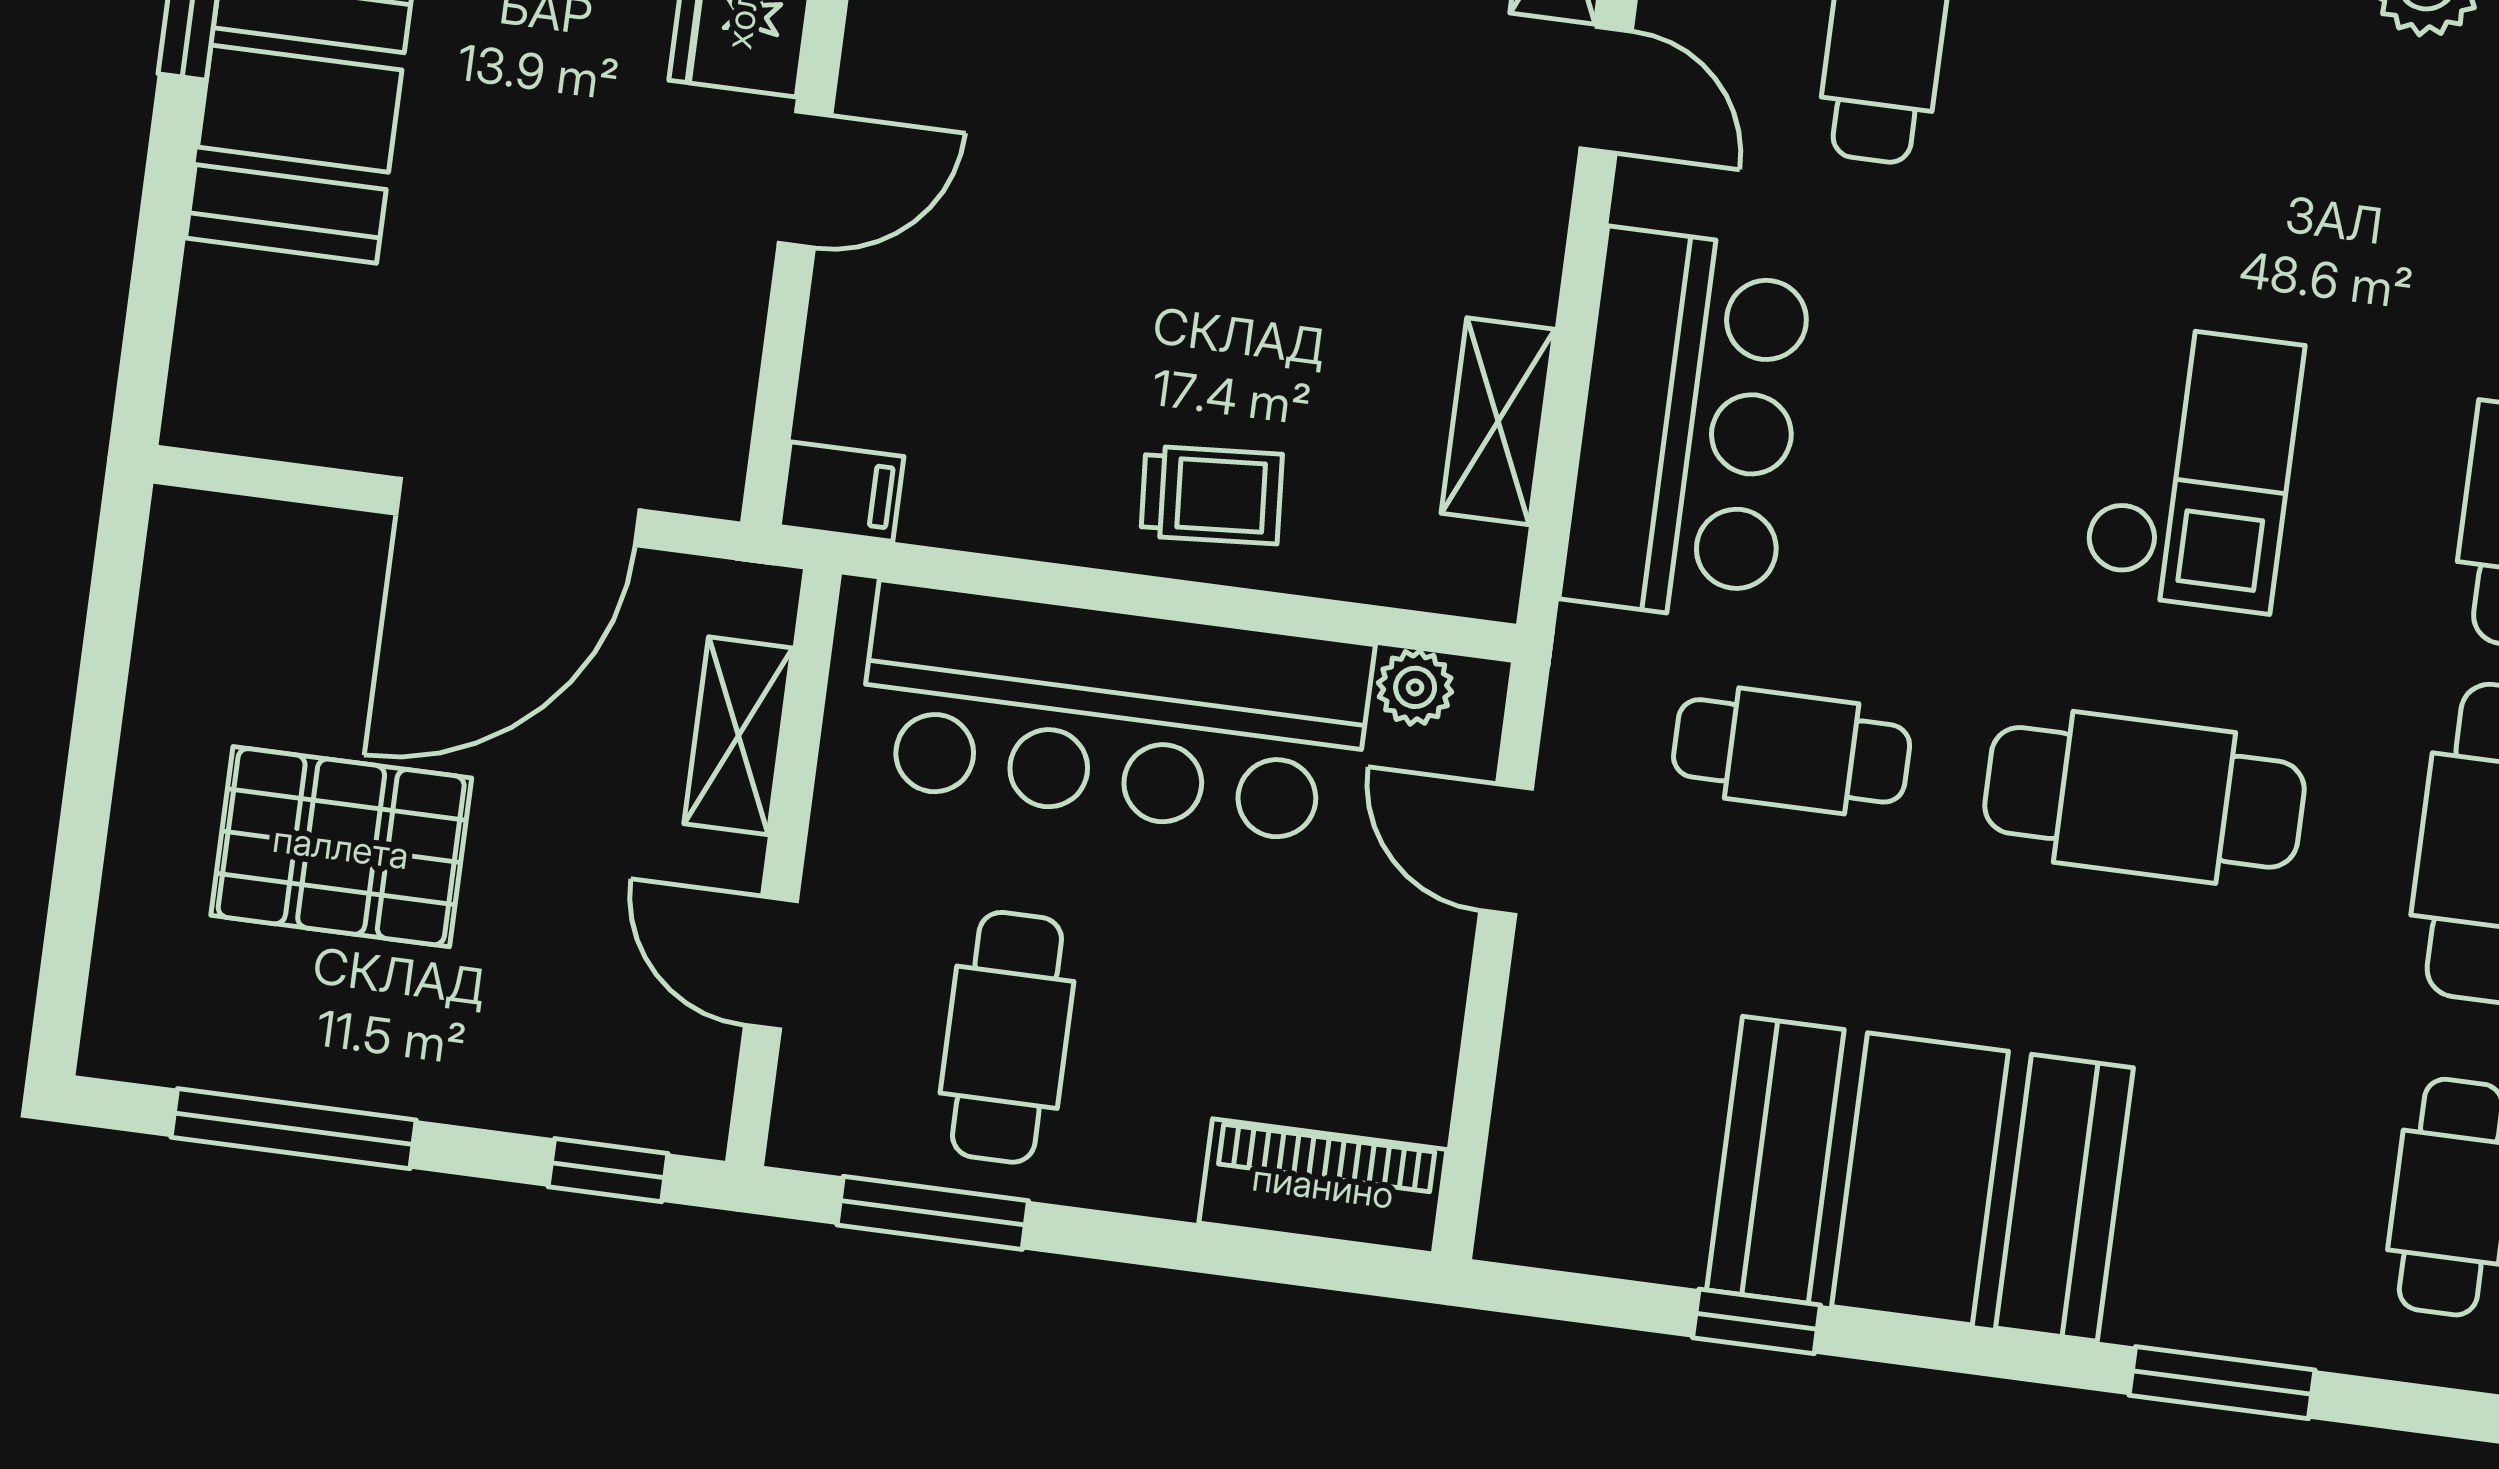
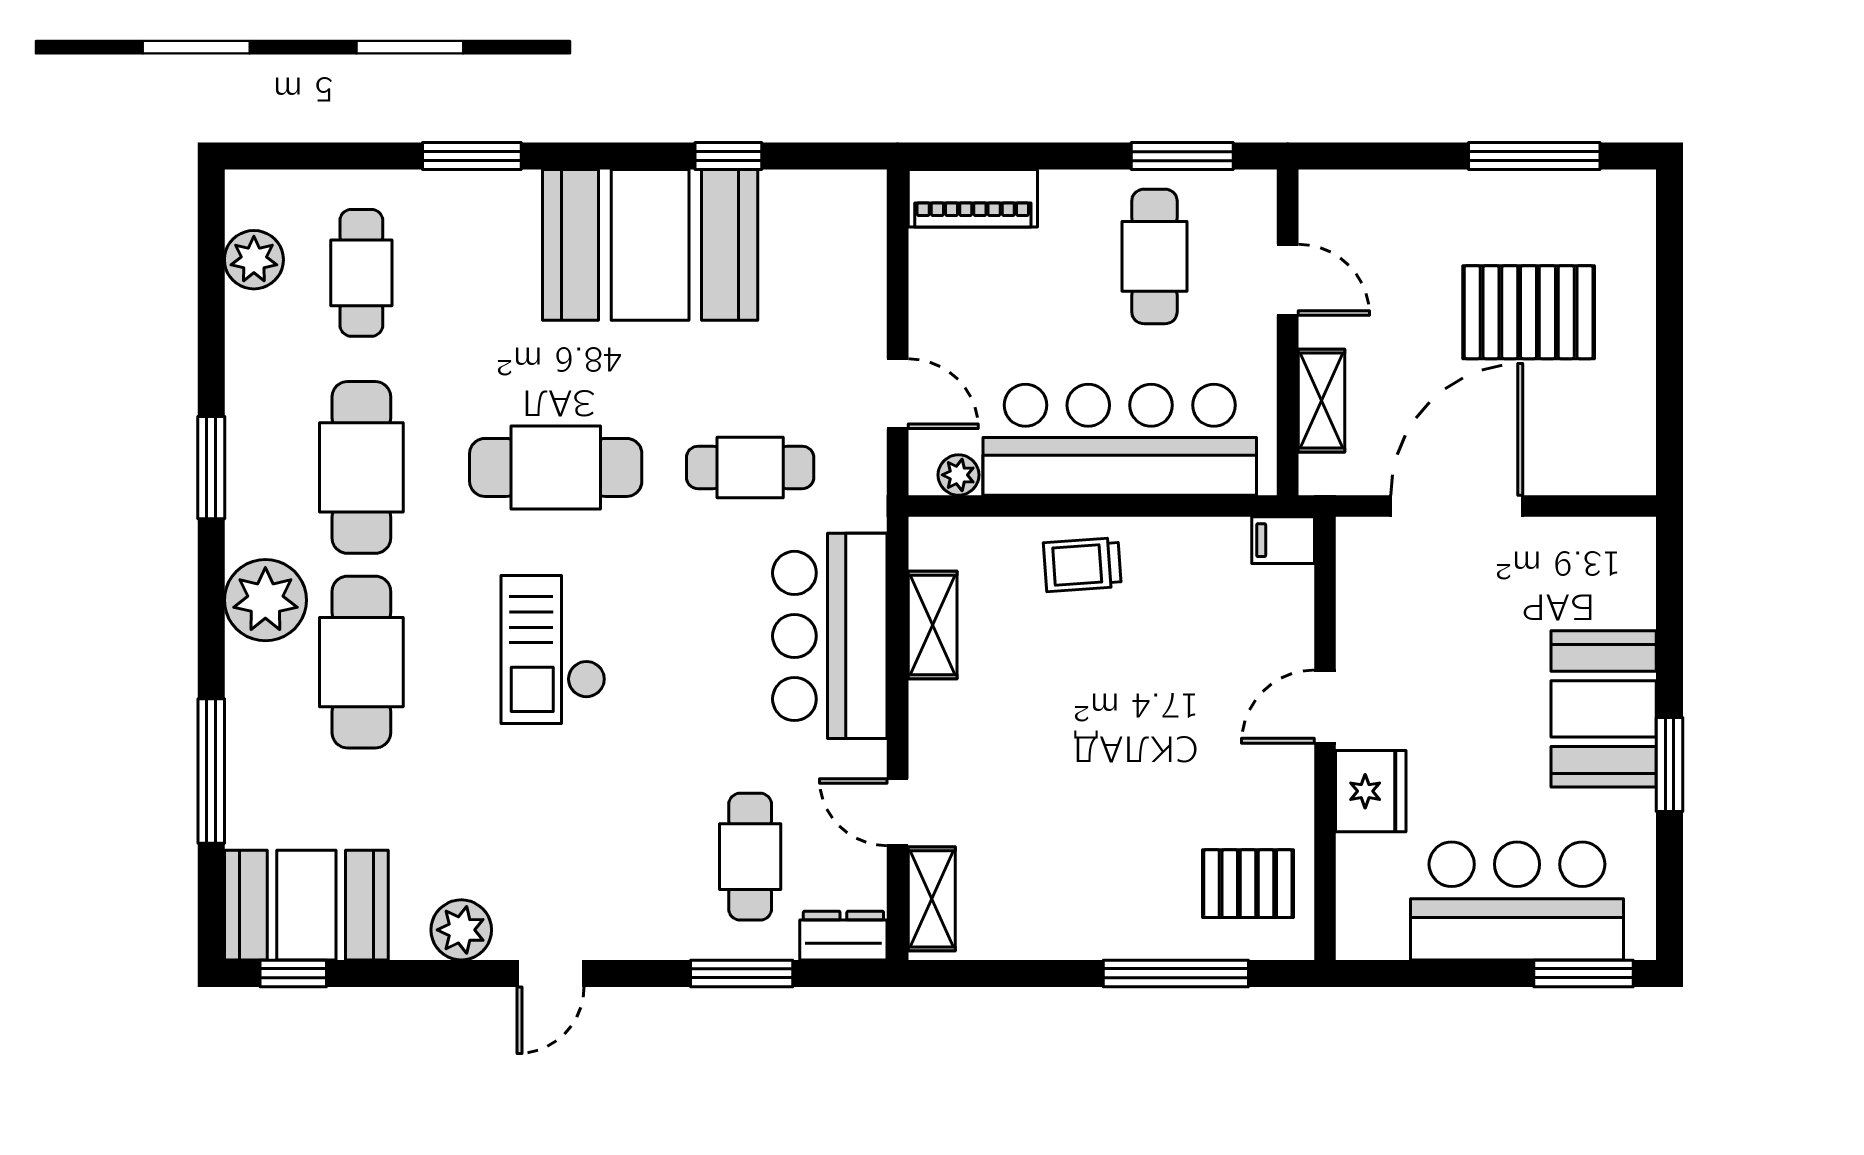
window: (608, 1170) -> (1361, 156), removed

